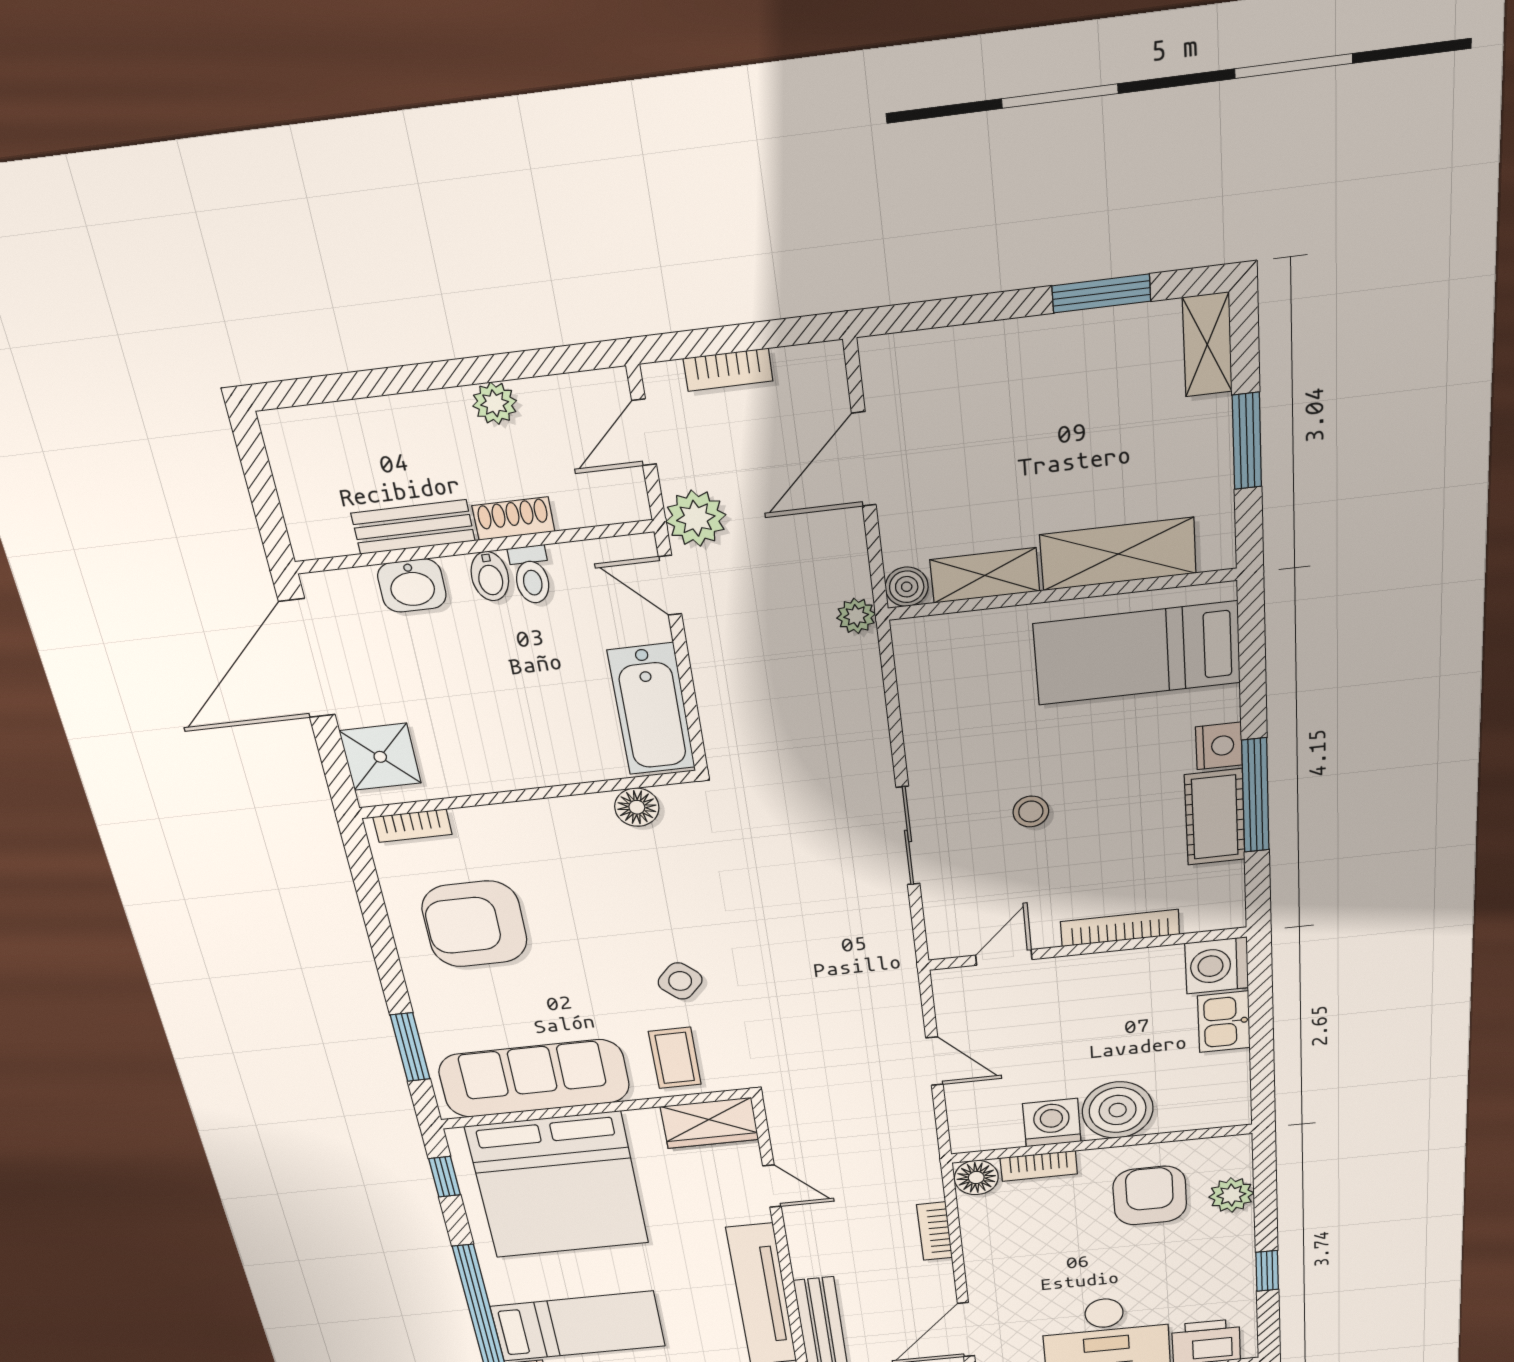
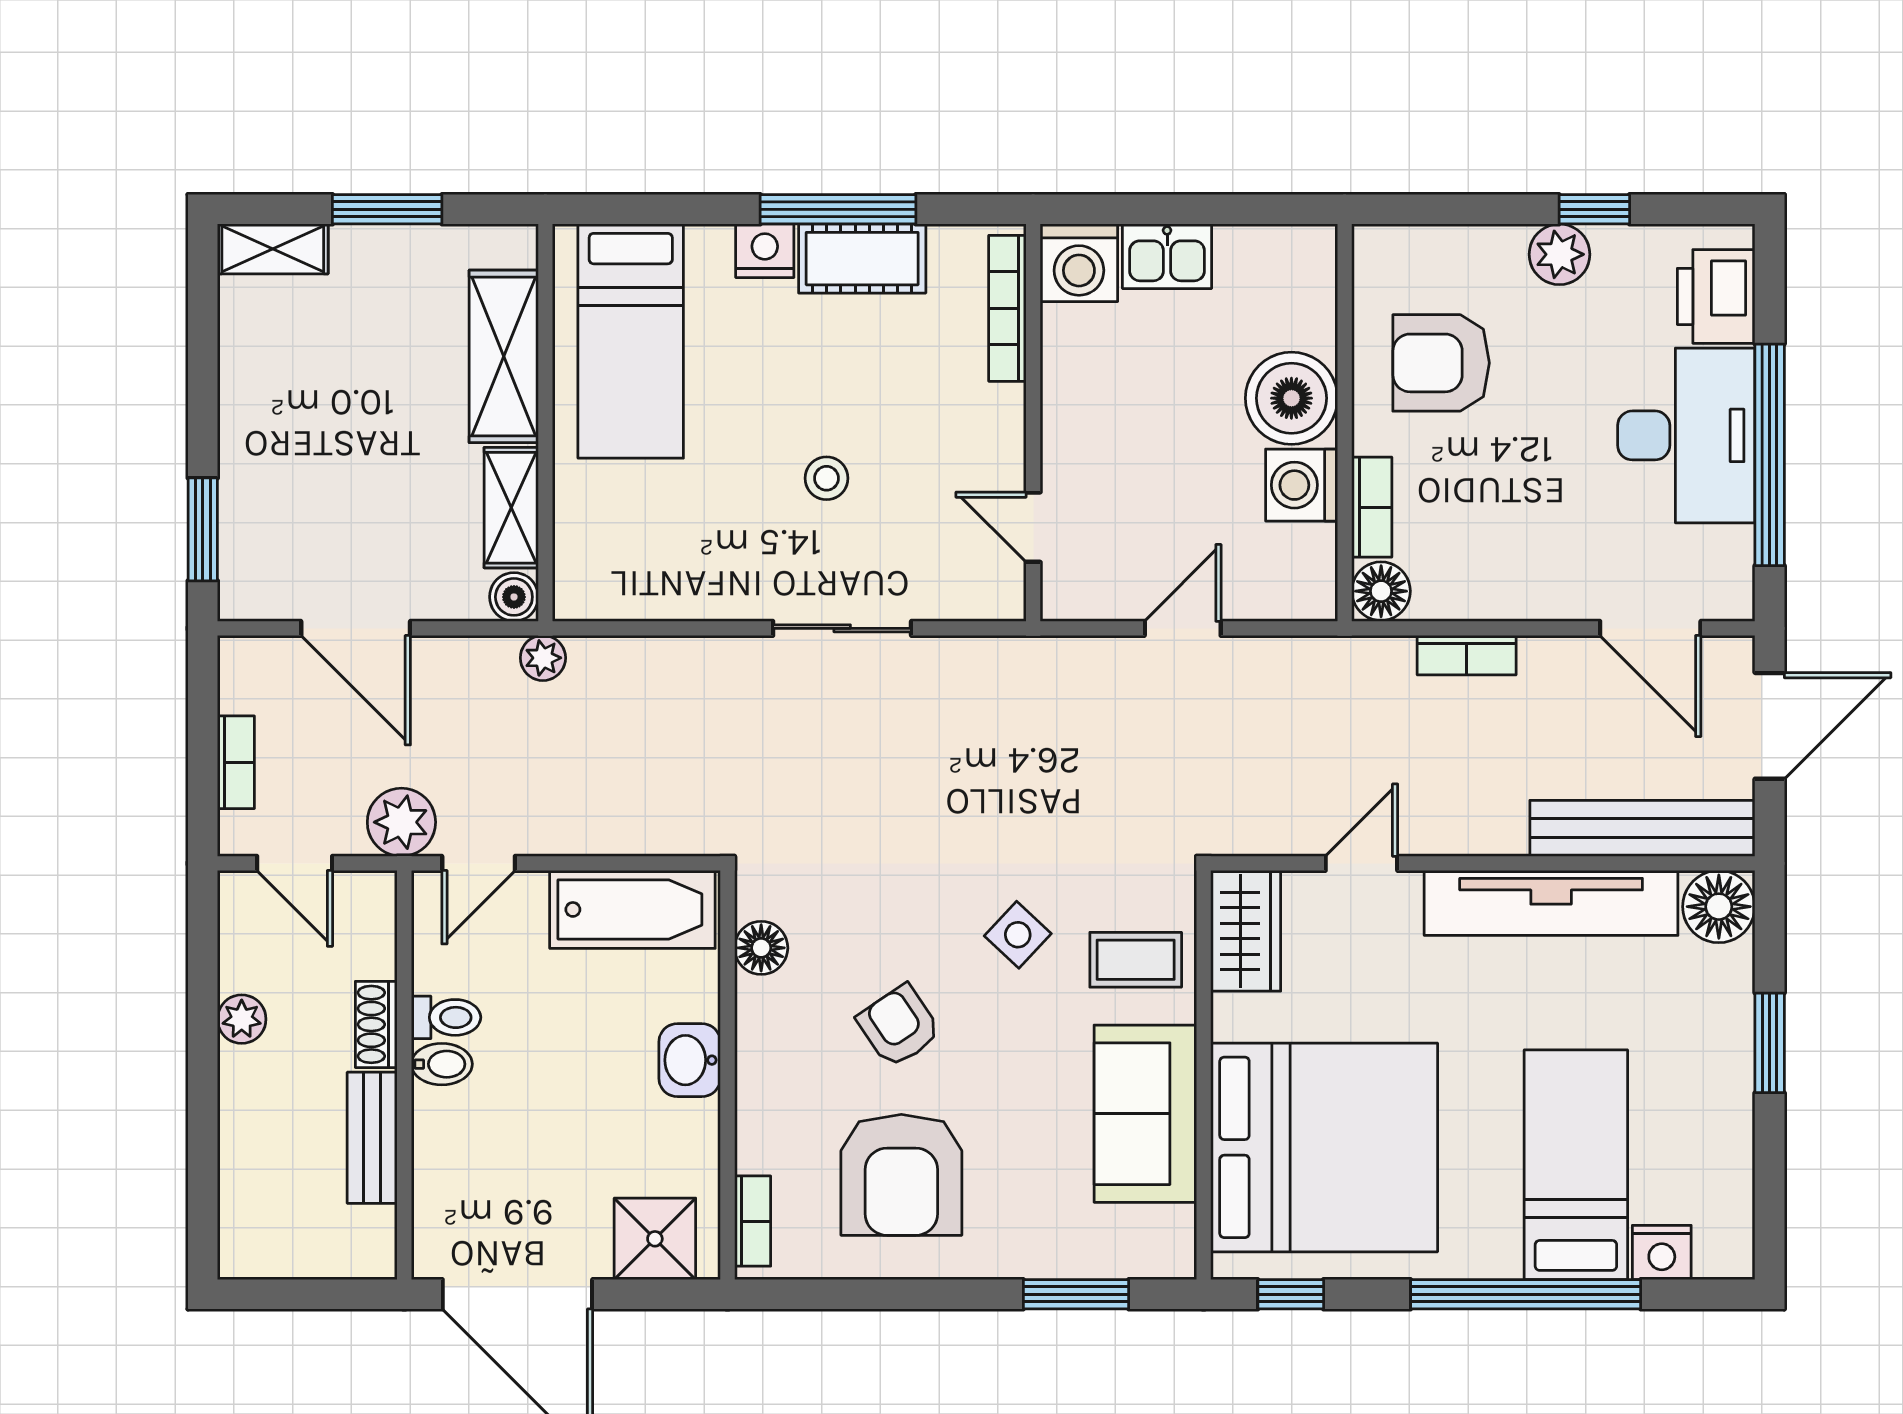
window: (1101, 294) -> (203, 529), moved
washbasin: (412, 586) -> (690, 1060), moved, turned 180
armchair: (592, 910) -> (899, 1026), added
bookcase: (1120, 928) -> (1007, 308), moved
sofa: (534, 1079) -> (1145, 1114), width x0.73
plant: (1231, 1195) -> (1559, 254), moved

